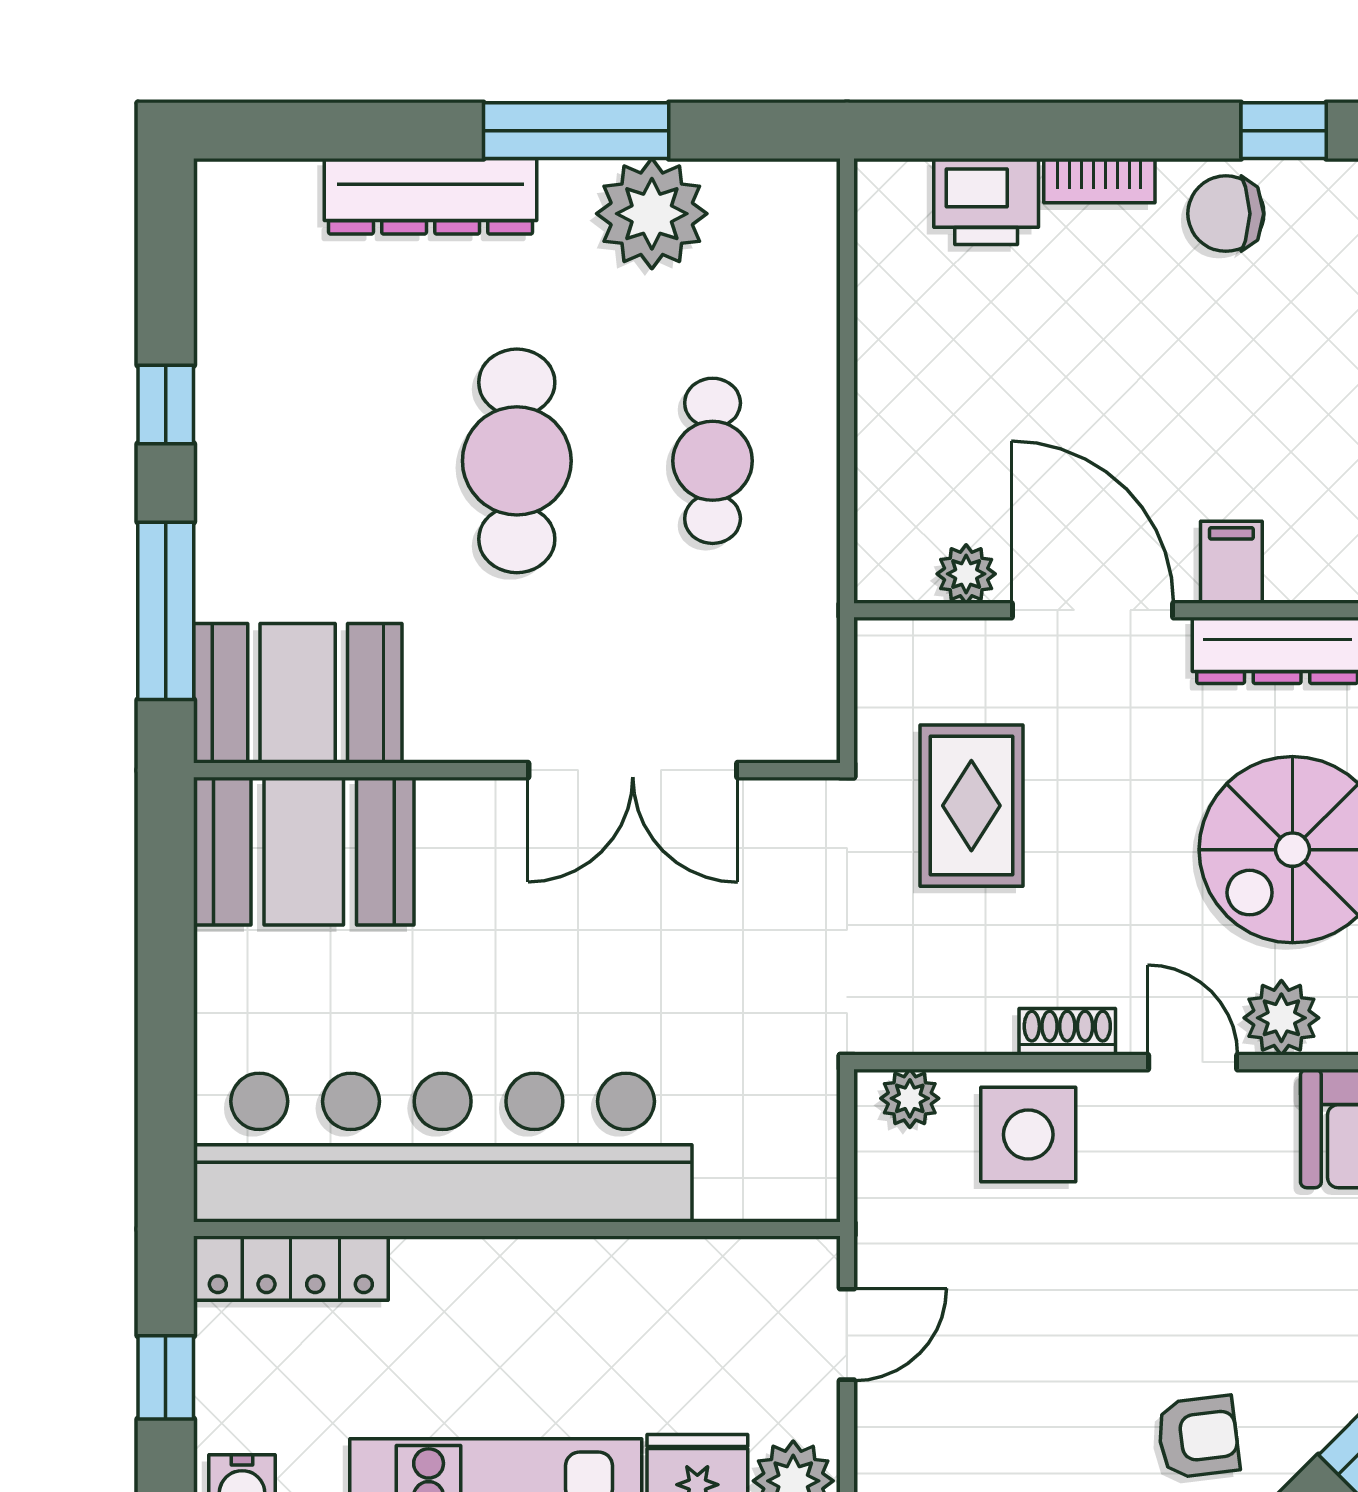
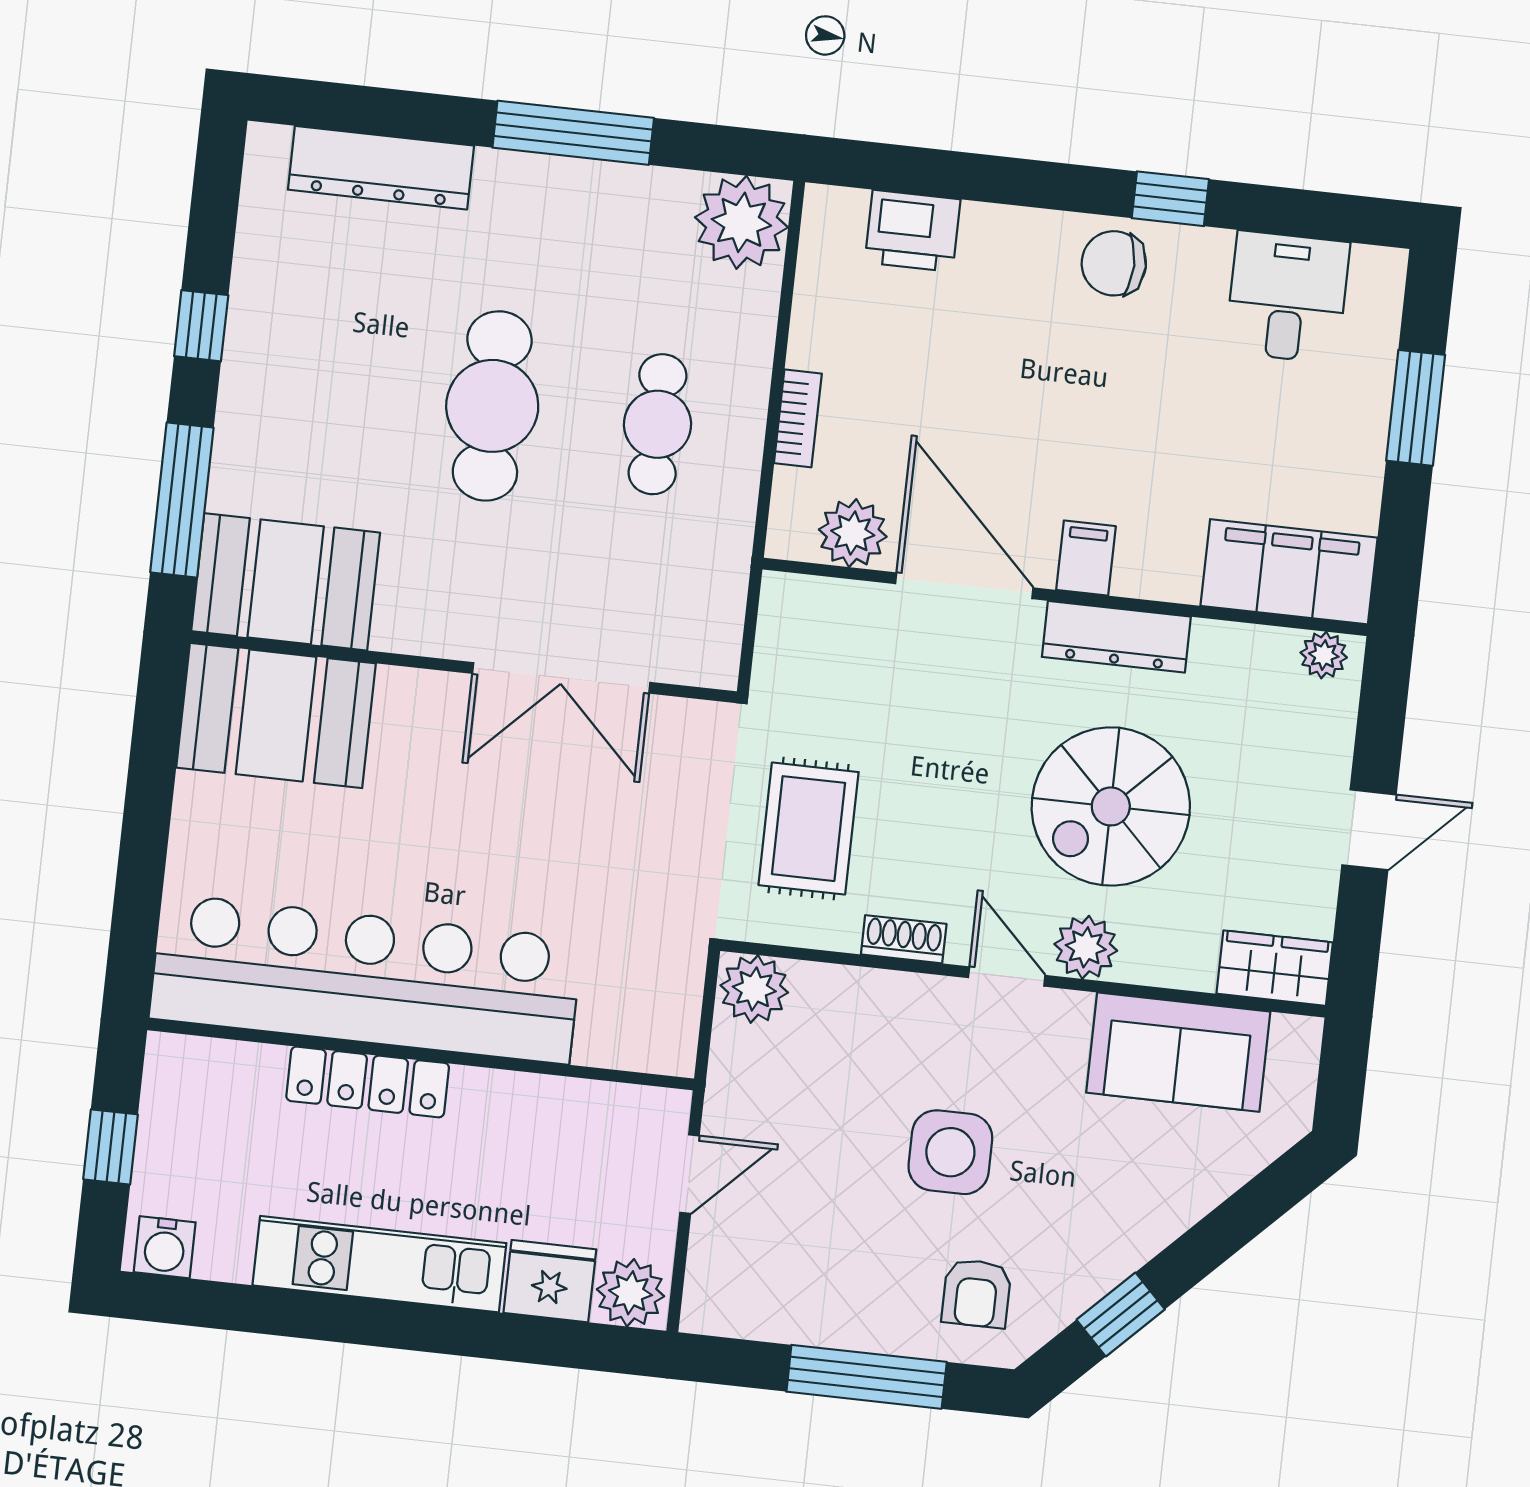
bookcase: (1099, 181) -> (798, 418), moved, turned -90
dresser: (431, 196) -> (381, 168), moved
plant: (652, 214) -> (741, 222), moved
plant: (966, 574) -> (853, 533), width x1.38, depth x1.38
rug: (971, 806) -> (809, 829), moved
plant: (910, 1098) -> (754, 989), width x1.38, depth x1.38
side table: (1028, 1135) -> (950, 1152), moved
locker: (291, 1268) -> (368, 1082), moved
armchair: (1198, 1437) -> (976, 1293), turned 97

